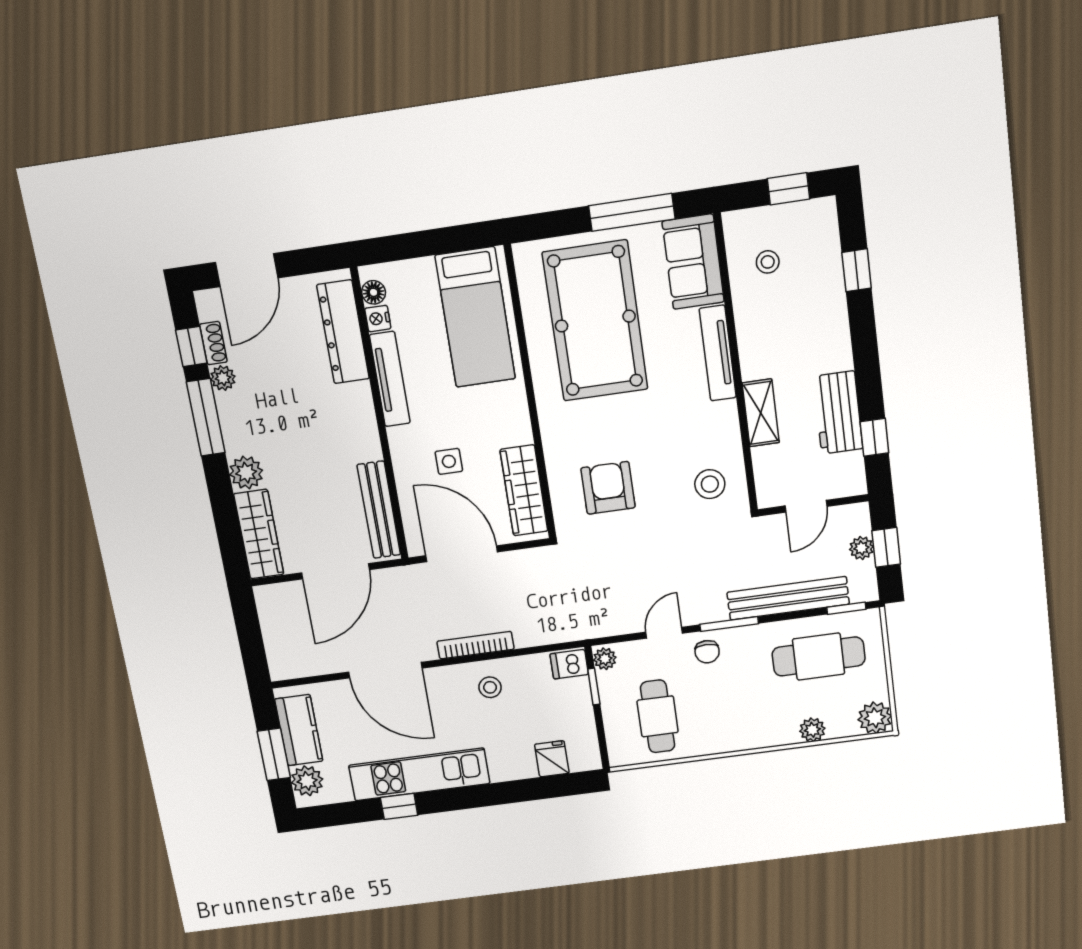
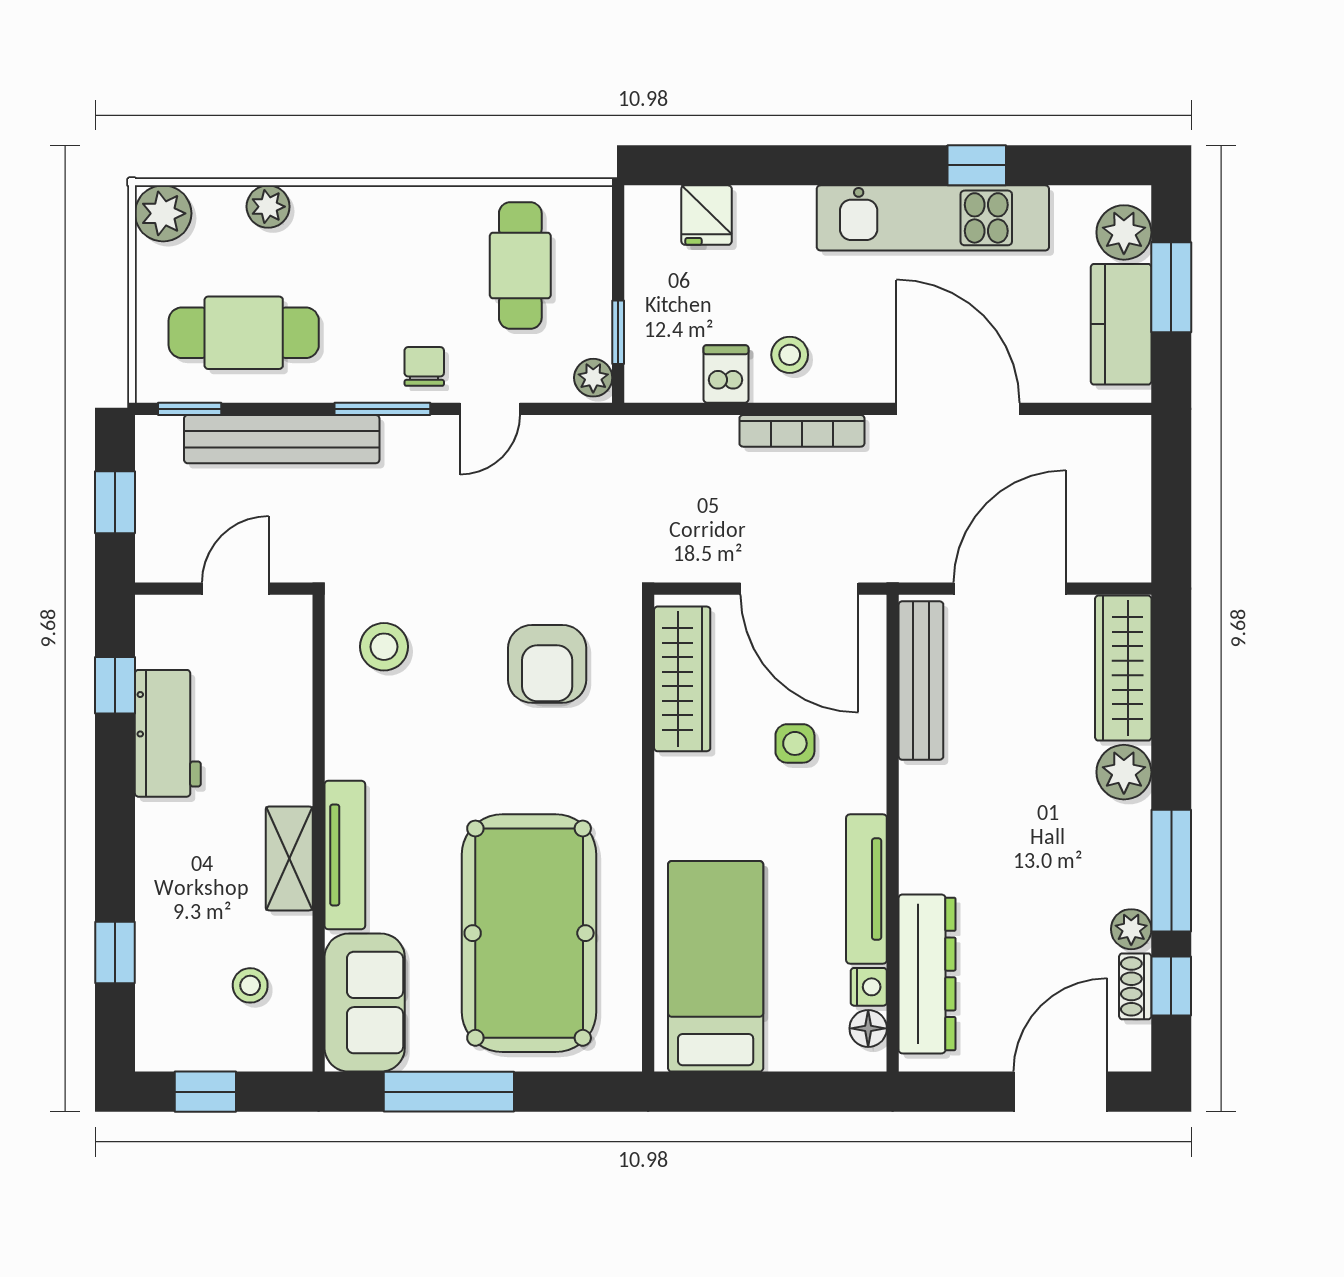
shelving: (761, 413) -> (289, 858), moved
plant: (861, 548) -> (155, 507), removed
dishwasher: (569, 664) -> (726, 374), moved, turned -90

